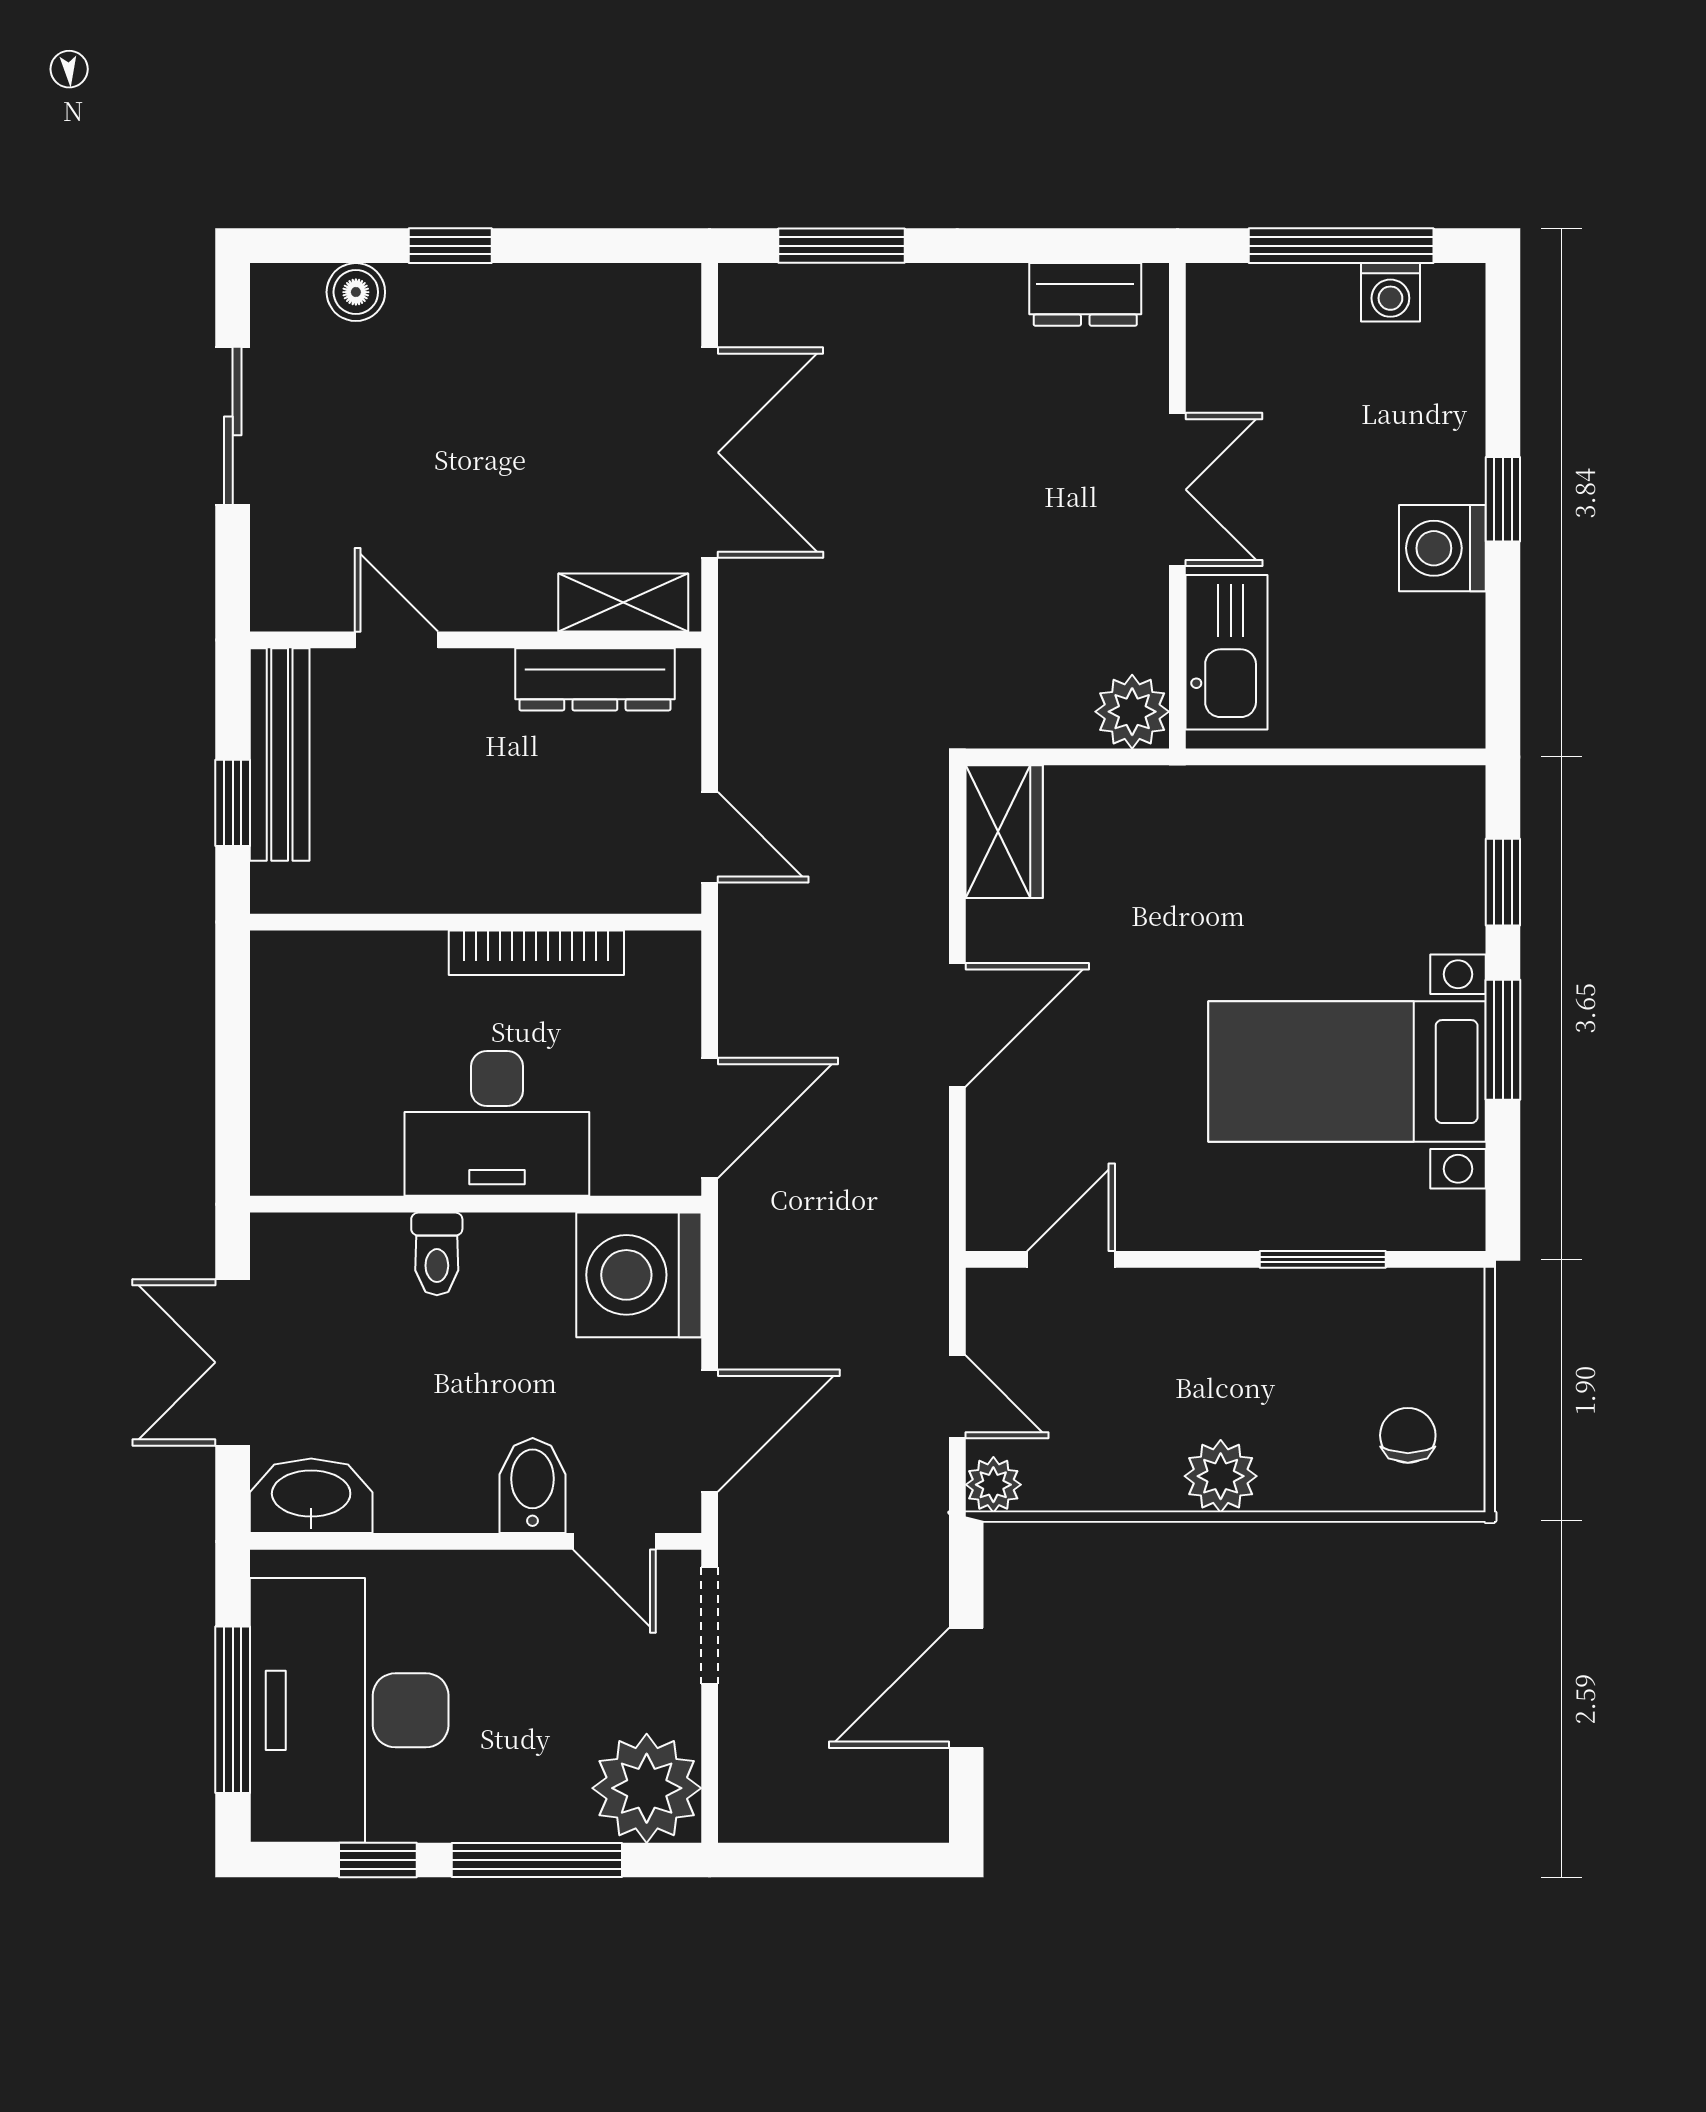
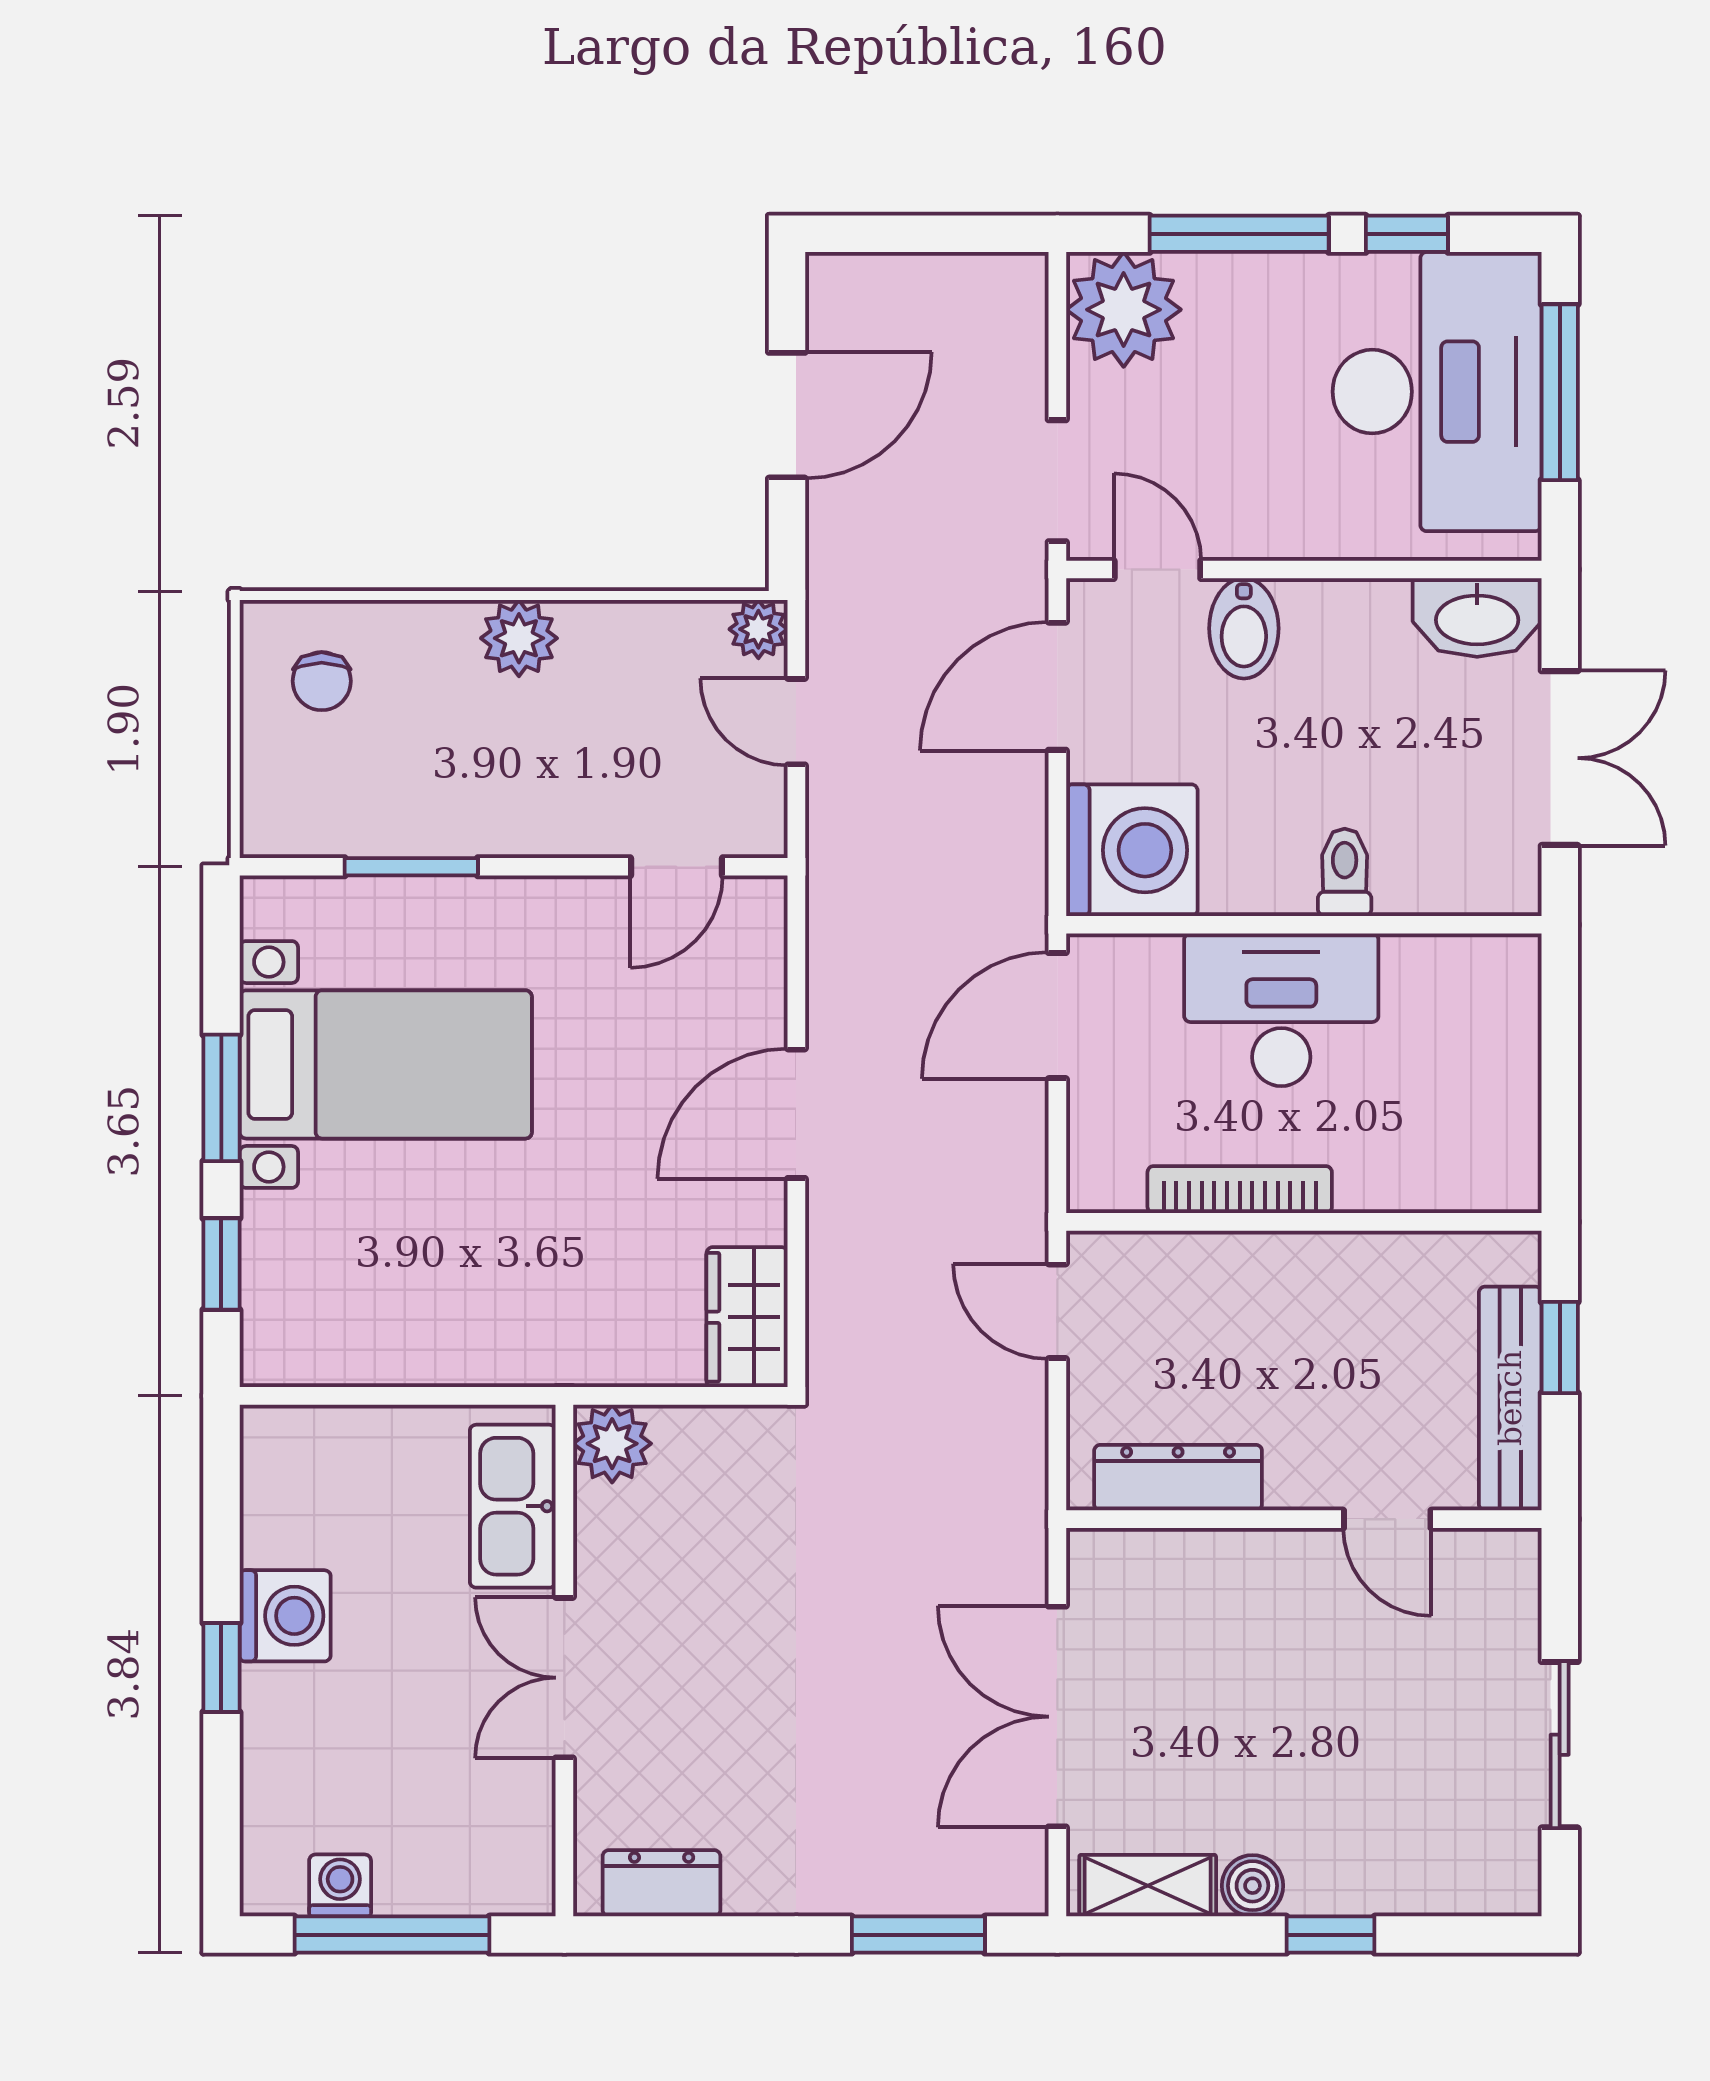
boiler: (356, 292) -> (1252, 1886), moved
shelving: (623, 603) -> (1148, 1886), moved

